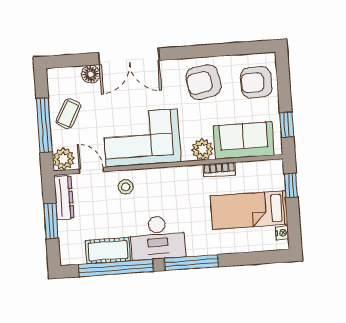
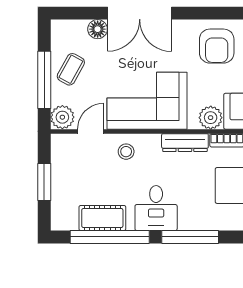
armchair: (203, 82) -> (217, 46), turned -80
door: (91, 170) -> (91, 131), hinge flipped
dresser: (64, 198) -> (185, 143), moved, turned 90
desk: (157, 238) -> (156, 208), width x0.73

